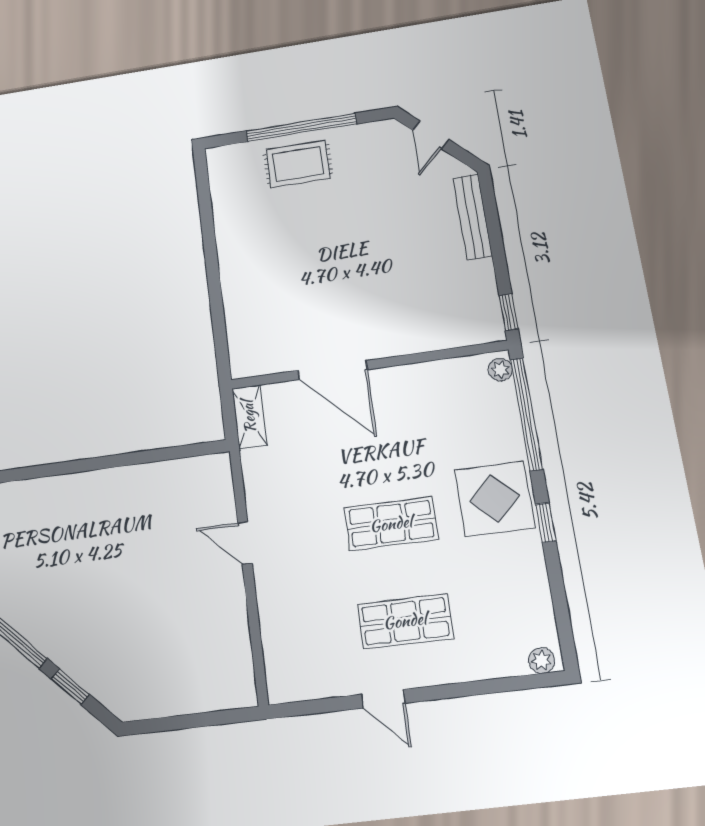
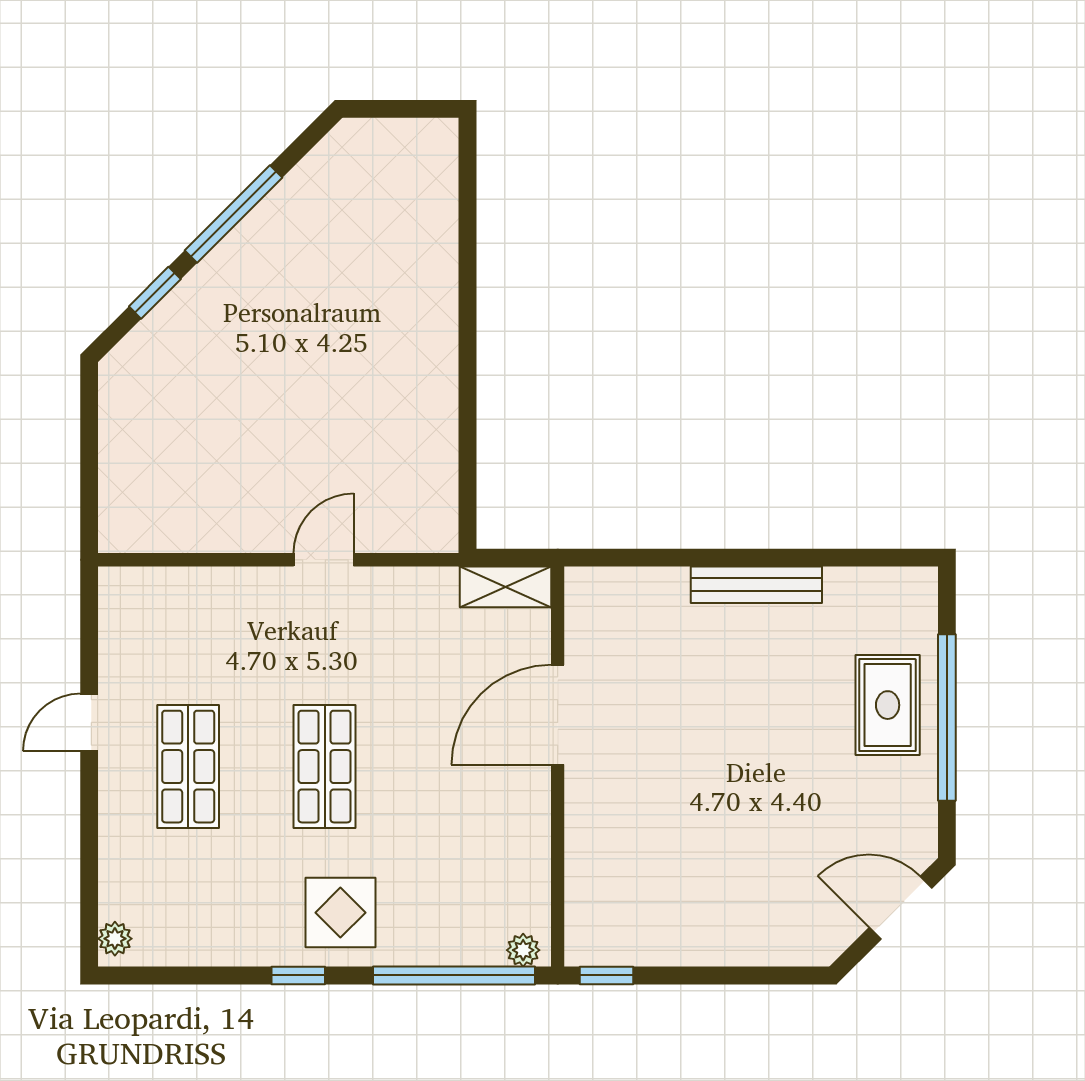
door: (431, 135) -> (901, 908), width x1.38
bench: (473, 217) -> (756, 585), moved
display table: (495, 499) -> (340, 913), width x0.73, depth x0.73

